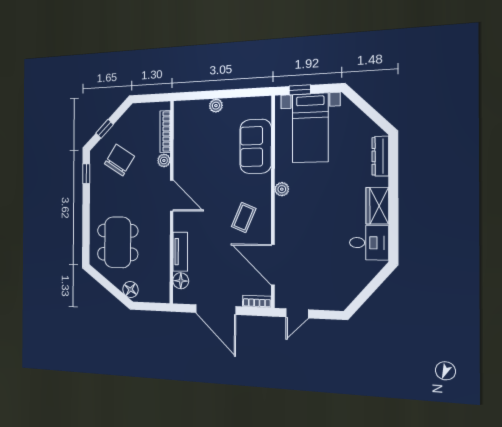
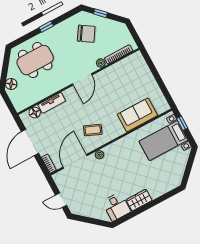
plant: (216, 106) -> (149, 78), removed
dresser: (380, 156) -> (167, 187), removed
window: (86, 174) -> (46, 27), moved
plant: (282, 189) -> (99, 155), moved
door: (297, 313) -> (61, 200), moved

